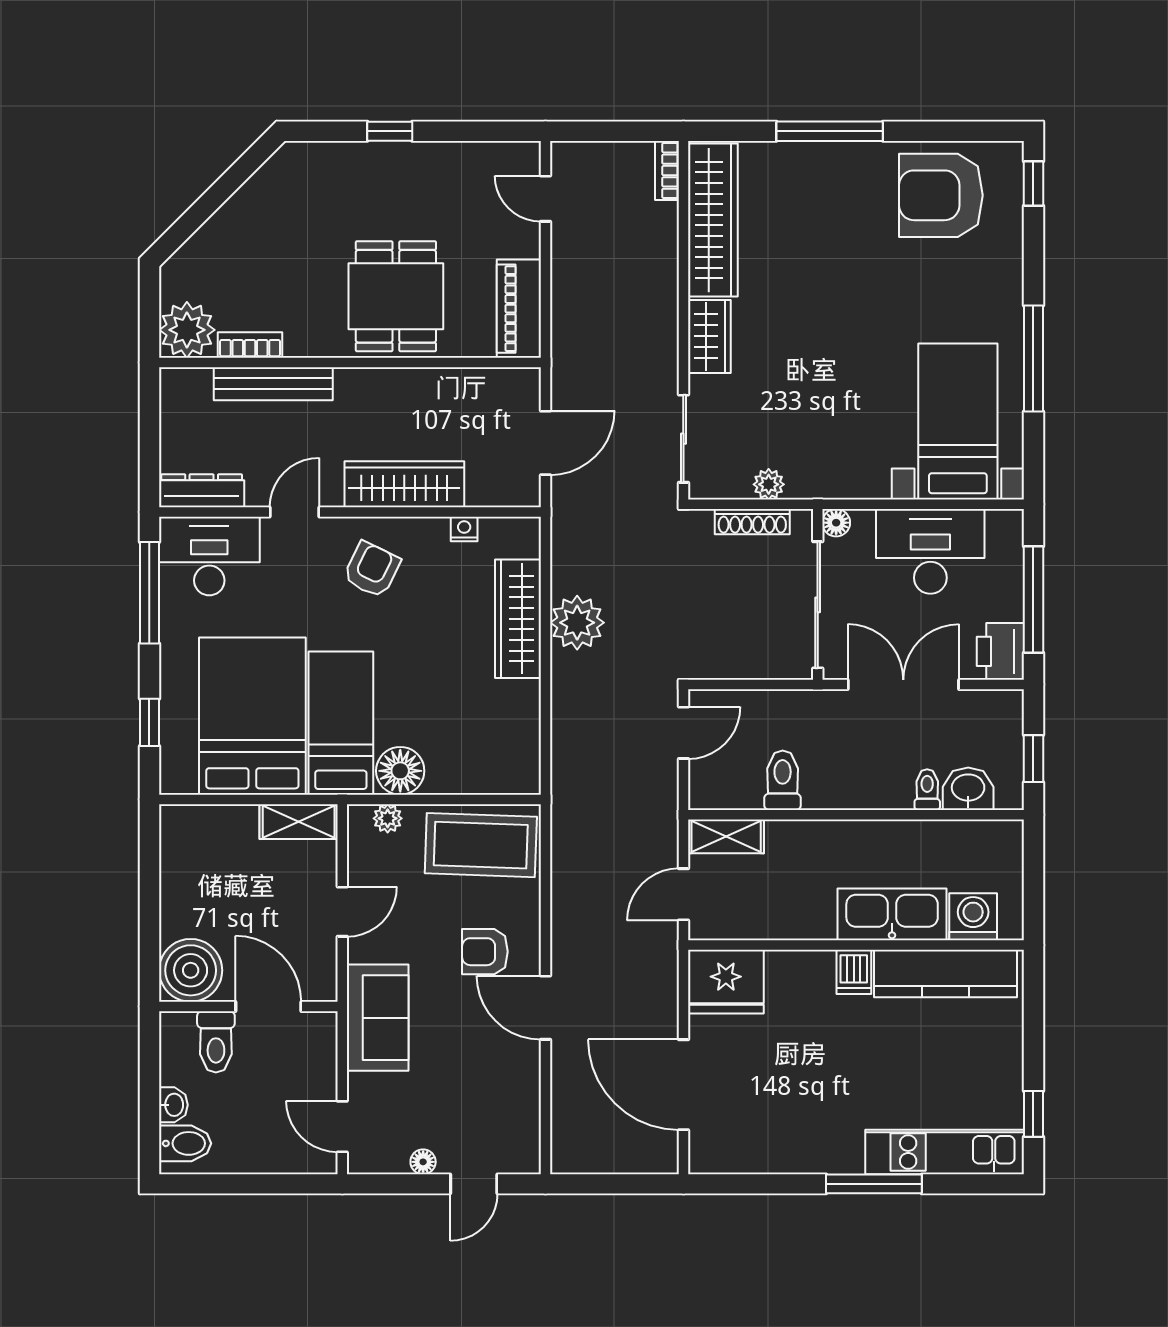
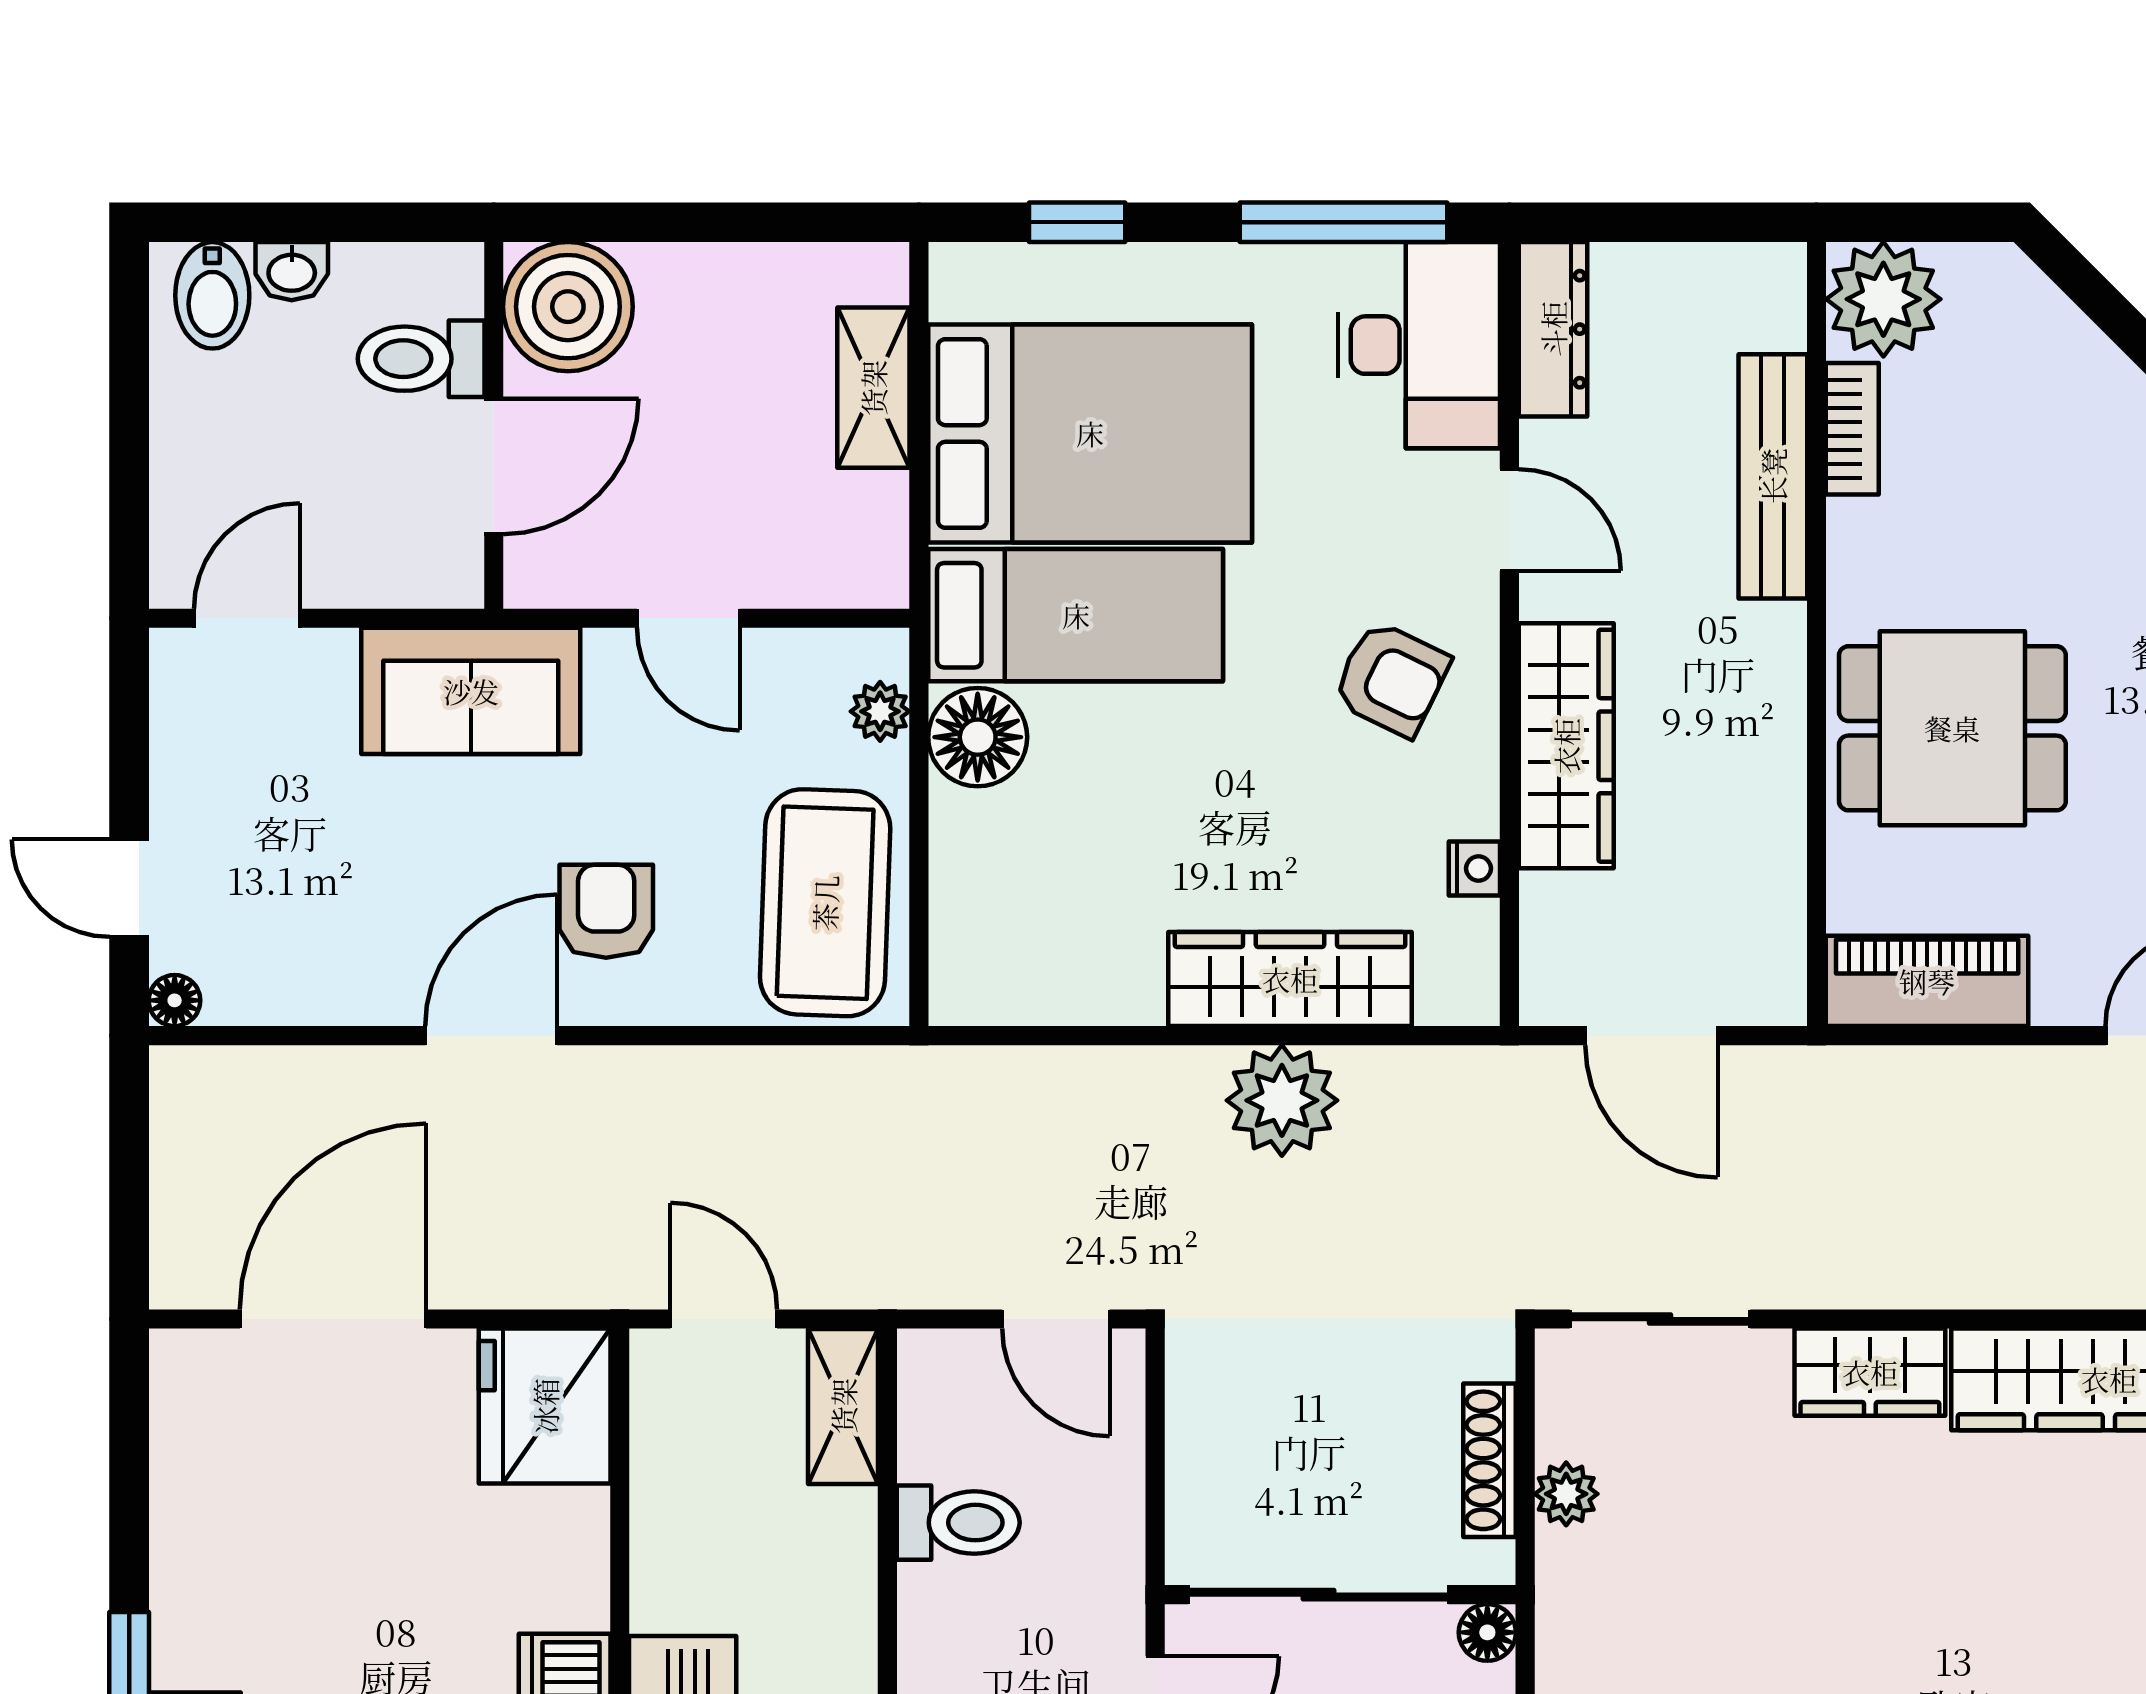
shelving: (299, 822) -> (873, 388), moved
floor lamp: (423, 1162) -> (175, 1000), moved

